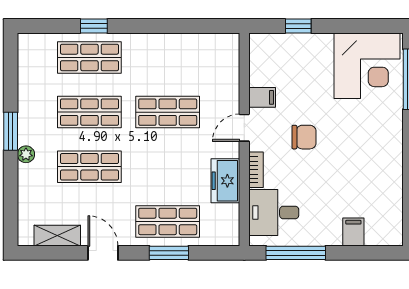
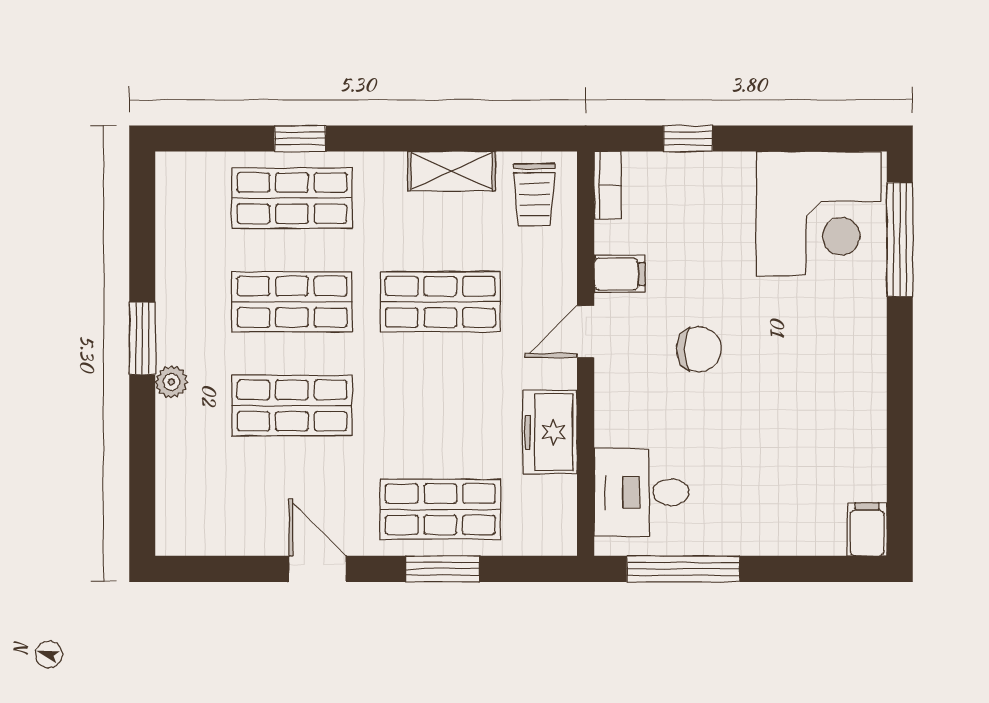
trolley: (217, 56) -> (534, 195), added
bookcase: (256, 170) -> (608, 185), moved
filing cabinet: (353, 232) -> (867, 529), moved
shelving: (57, 236) -> (452, 171), moved

